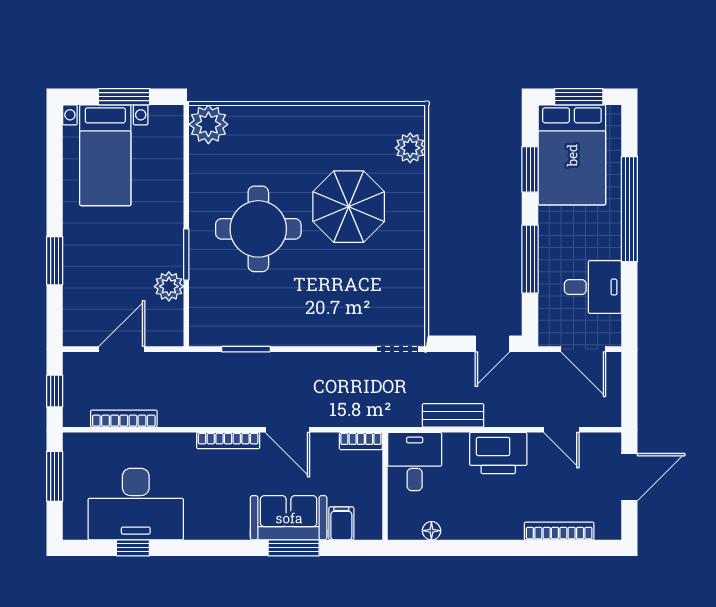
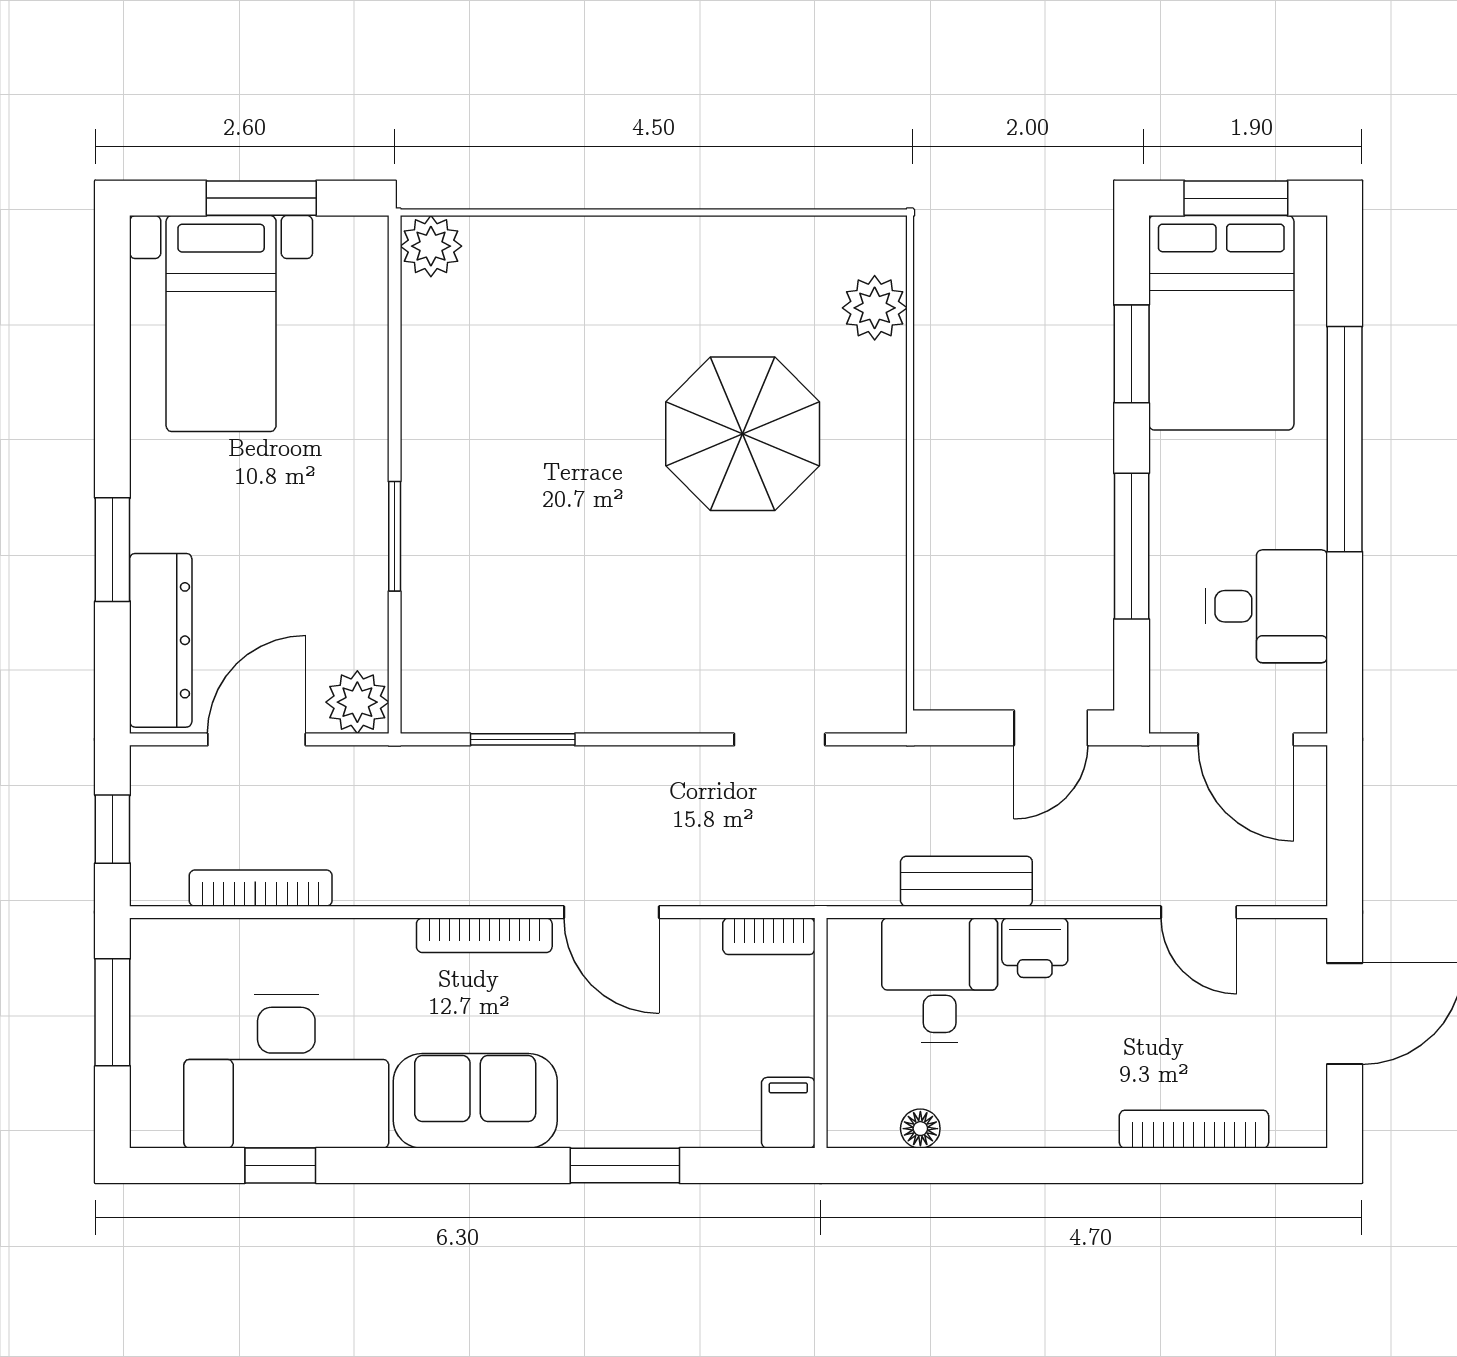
plant: (208, 124) -> (431, 246), width x0.73, depth x0.73
round table: (258, 229) -> (549, 482), removed
plant: (169, 286) -> (357, 702), moved
dresser: (77, 303) -> (161, 640), added
doorway: (397, 349) -> (780, 739), moved
printer: (498, 453) -> (1035, 948), width x0.53, depth x0.68
desk: (415, 462) -> (940, 980), moved
sofa: (289, 518) -> (475, 1101), moved
filing cabinet: (341, 523) -> (788, 1113), moved

